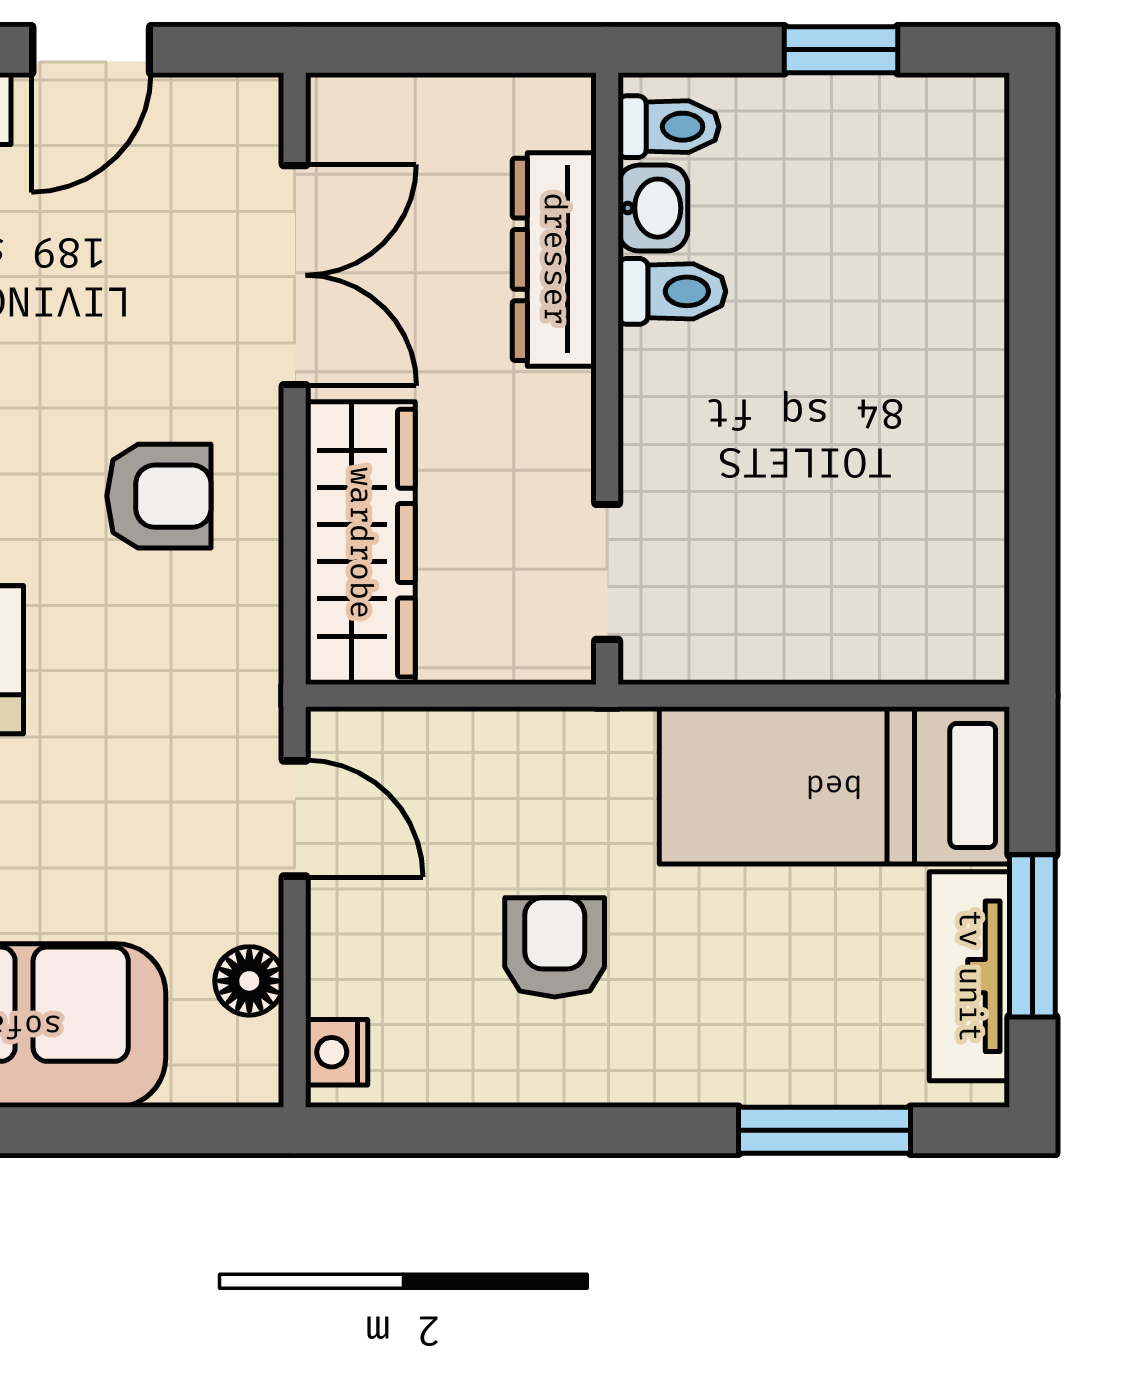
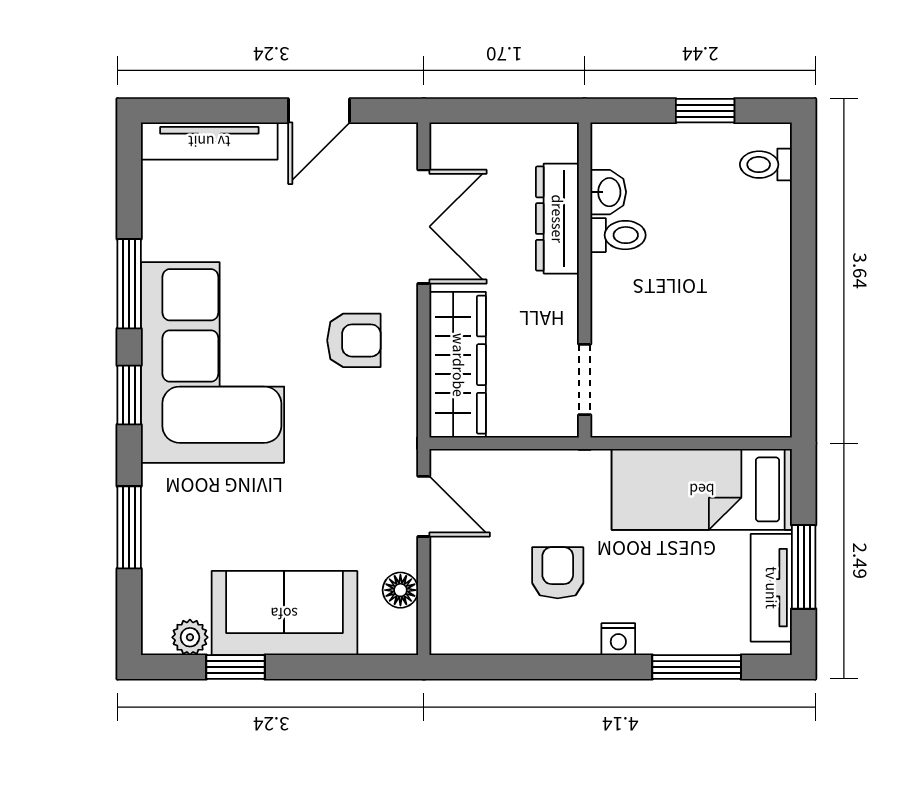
toilet: (668, 127) -> (766, 165), moved, turned 180
nightstand: (337, 1052) -> (618, 639), moved, turned -90

